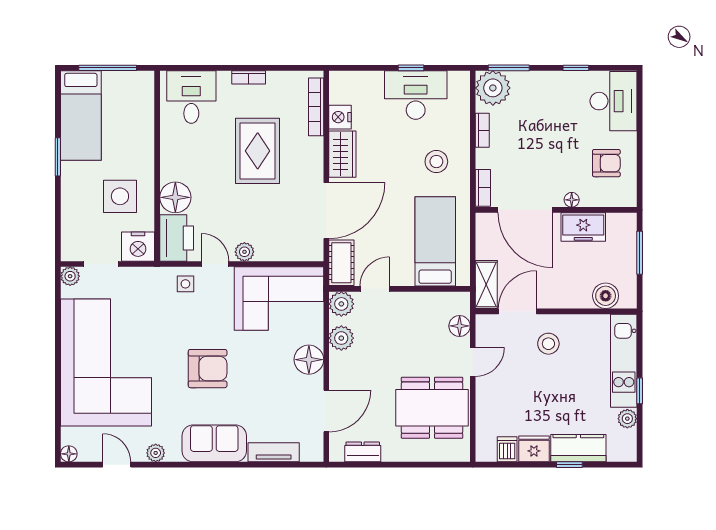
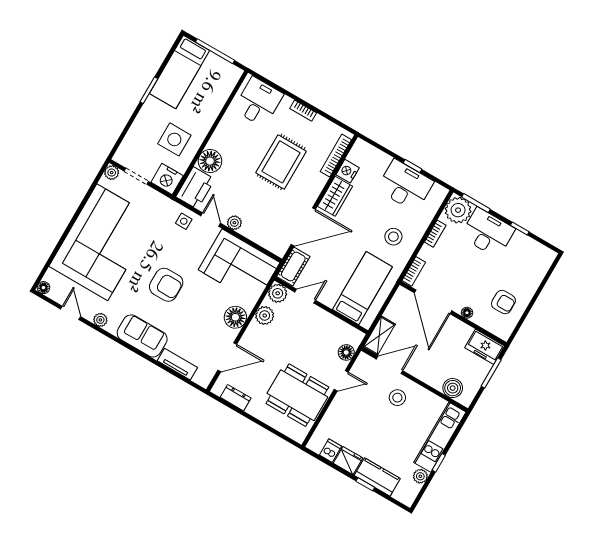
desk: (614, 101) -> (488, 233), moved, turned -90
freezer: (583, 227) -> (485, 347), moved

